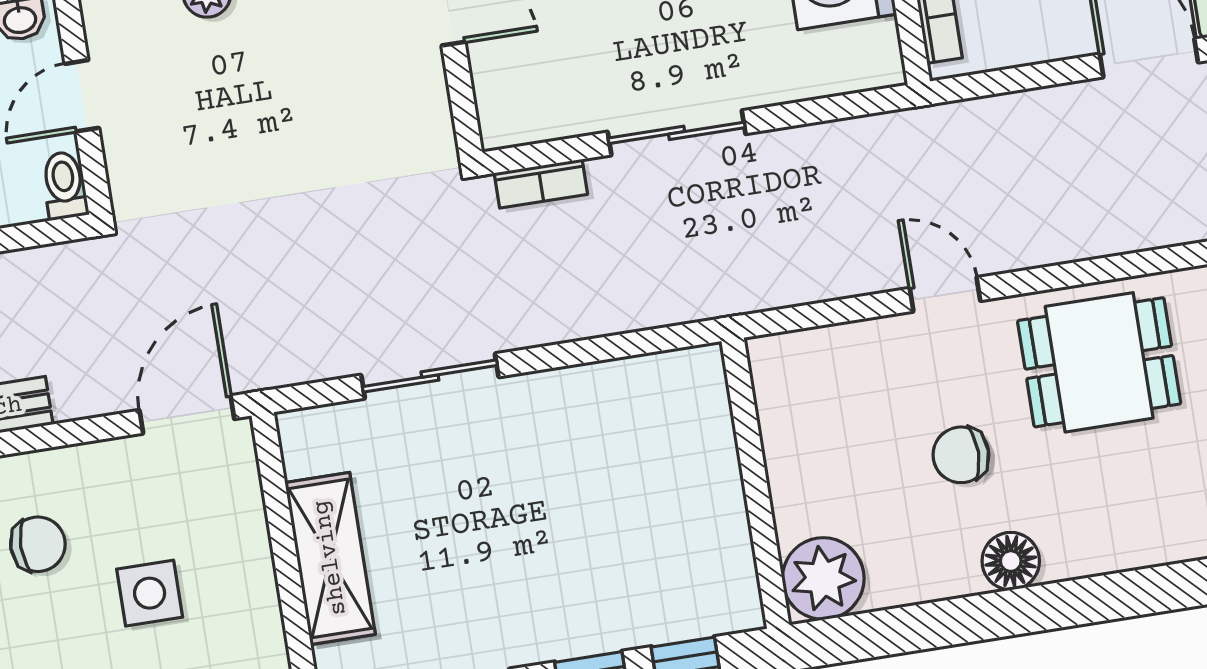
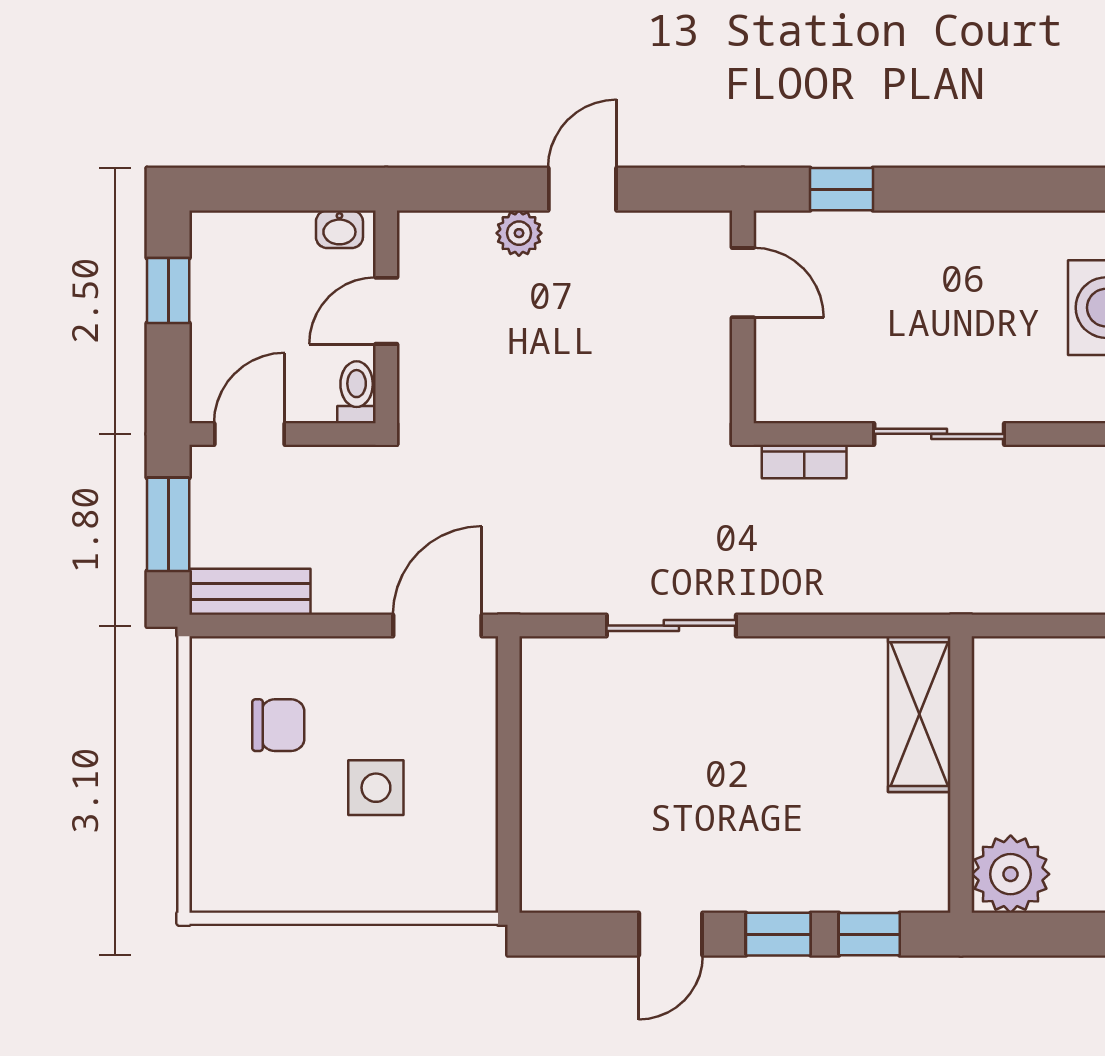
shelving: (330, 558) -> (919, 714), moved

